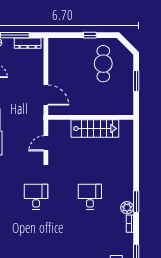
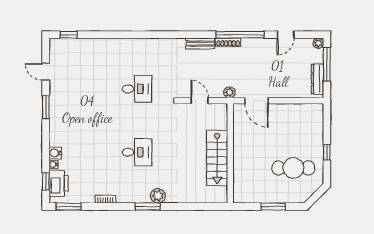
door: (46, 95) -> (256, 101), hinge flipped
plant: (39, 118) -> (229, 92), added
window: (136, 201) -> (148, 207), moved
plant: (127, 208) -> (158, 196), moved

